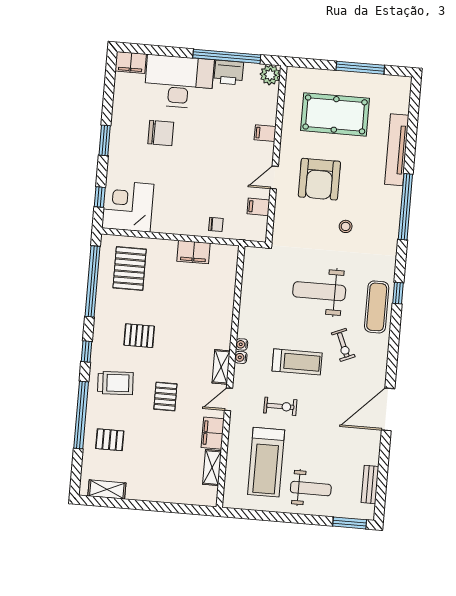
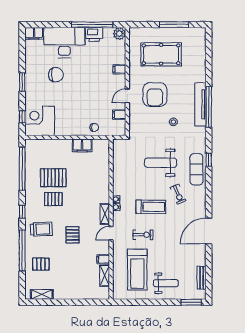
tv unit: (397, 150) -> (200, 104), moved
pallet: (130, 269) -> (53, 178), moved, turned 90
filing cabinet: (213, 433) -> (103, 259), width x0.50

